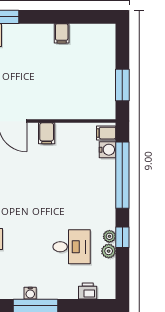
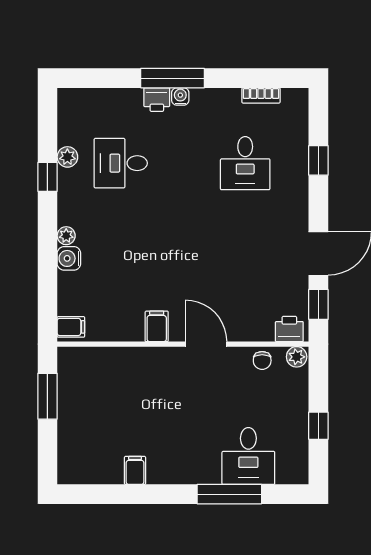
water cooler: (108, 150) -> (69, 258), moved
window: (122, 175) -> (47, 266), removed
plant: (109, 236) -> (66, 236), moved
printer: (88, 291) -> (157, 100), moved

